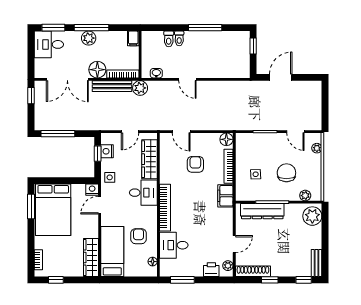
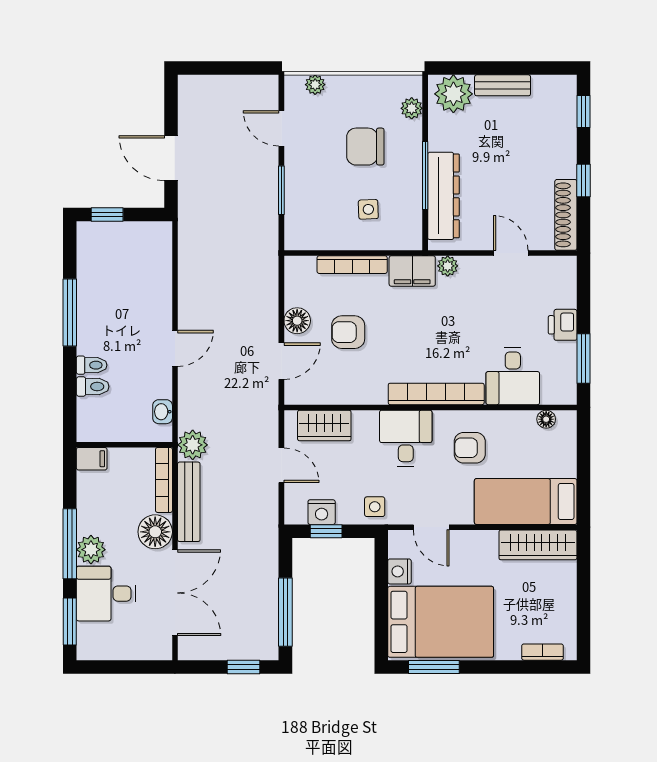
desk: (49, 44) -> (106, 594), moved, turned 90
window: (31, 96) -> (244, 667), moved
door: (295, 132) -> (281, 128), swing flipped
floor lamp: (226, 139) -> (297, 321), moved
wardrobe: (150, 159) -> (324, 426), width x0.67
nightstand: (92, 190) -> (399, 571), moved
armchair: (139, 236) -> (470, 448), moved
bench: (317, 263) -> (503, 85), moved
plant: (228, 266) -> (448, 266), moved
printer: (211, 270) -> (563, 325), moved
window: (56, 280) -> (584, 616), removed

